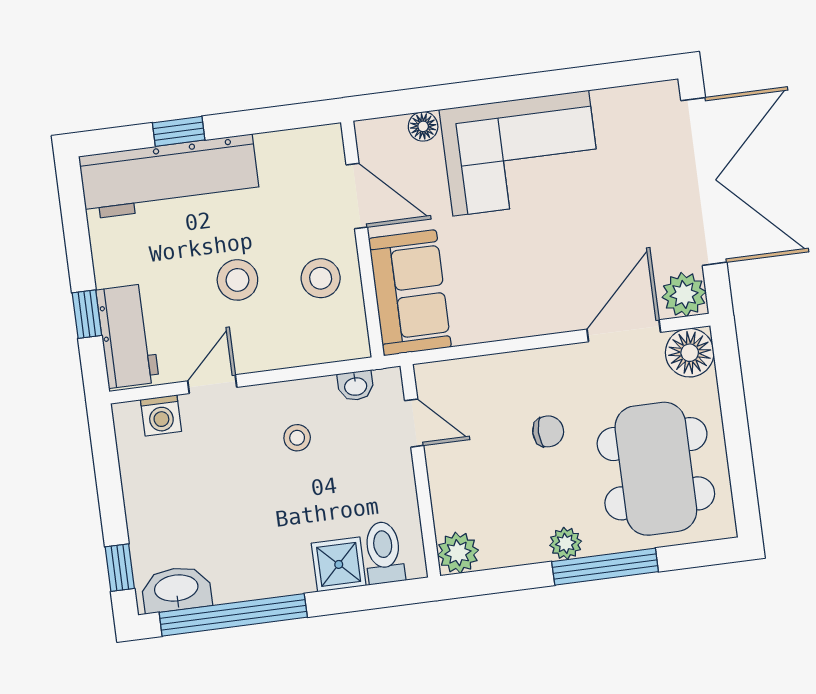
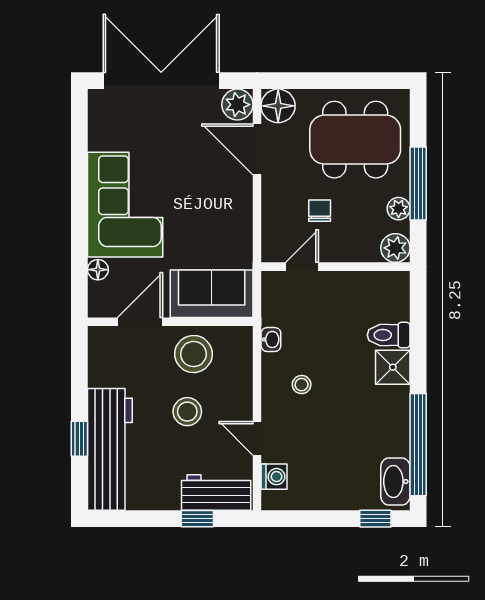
stool: (321, 278) -> (194, 354), width x1.38, depth x1.38
door: (414, 423) -> (302, 267), moved
wall: (420, 471) -> (336, 267), moved
plant: (458, 553) -> (395, 248), moved

